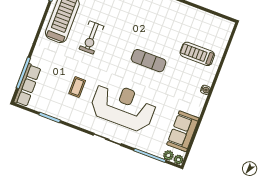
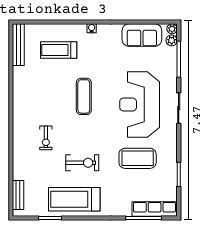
exercise bike: (125, 14) -> (46, 138), added
bench: (215, 21) -> (18, 45), added
treadmill: (197, 54) -> (59, 50), turned 90
coffee table: (77, 87) -> (138, 158), width x1.86, depth x1.72

